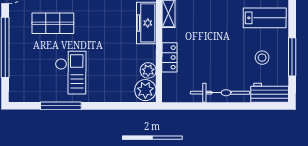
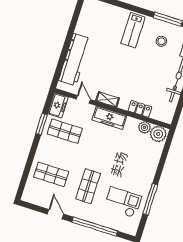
lab bench: (265, 18) -> (133, 30), turned 180
checkout: (71, 73) -> (123, 202), moved

